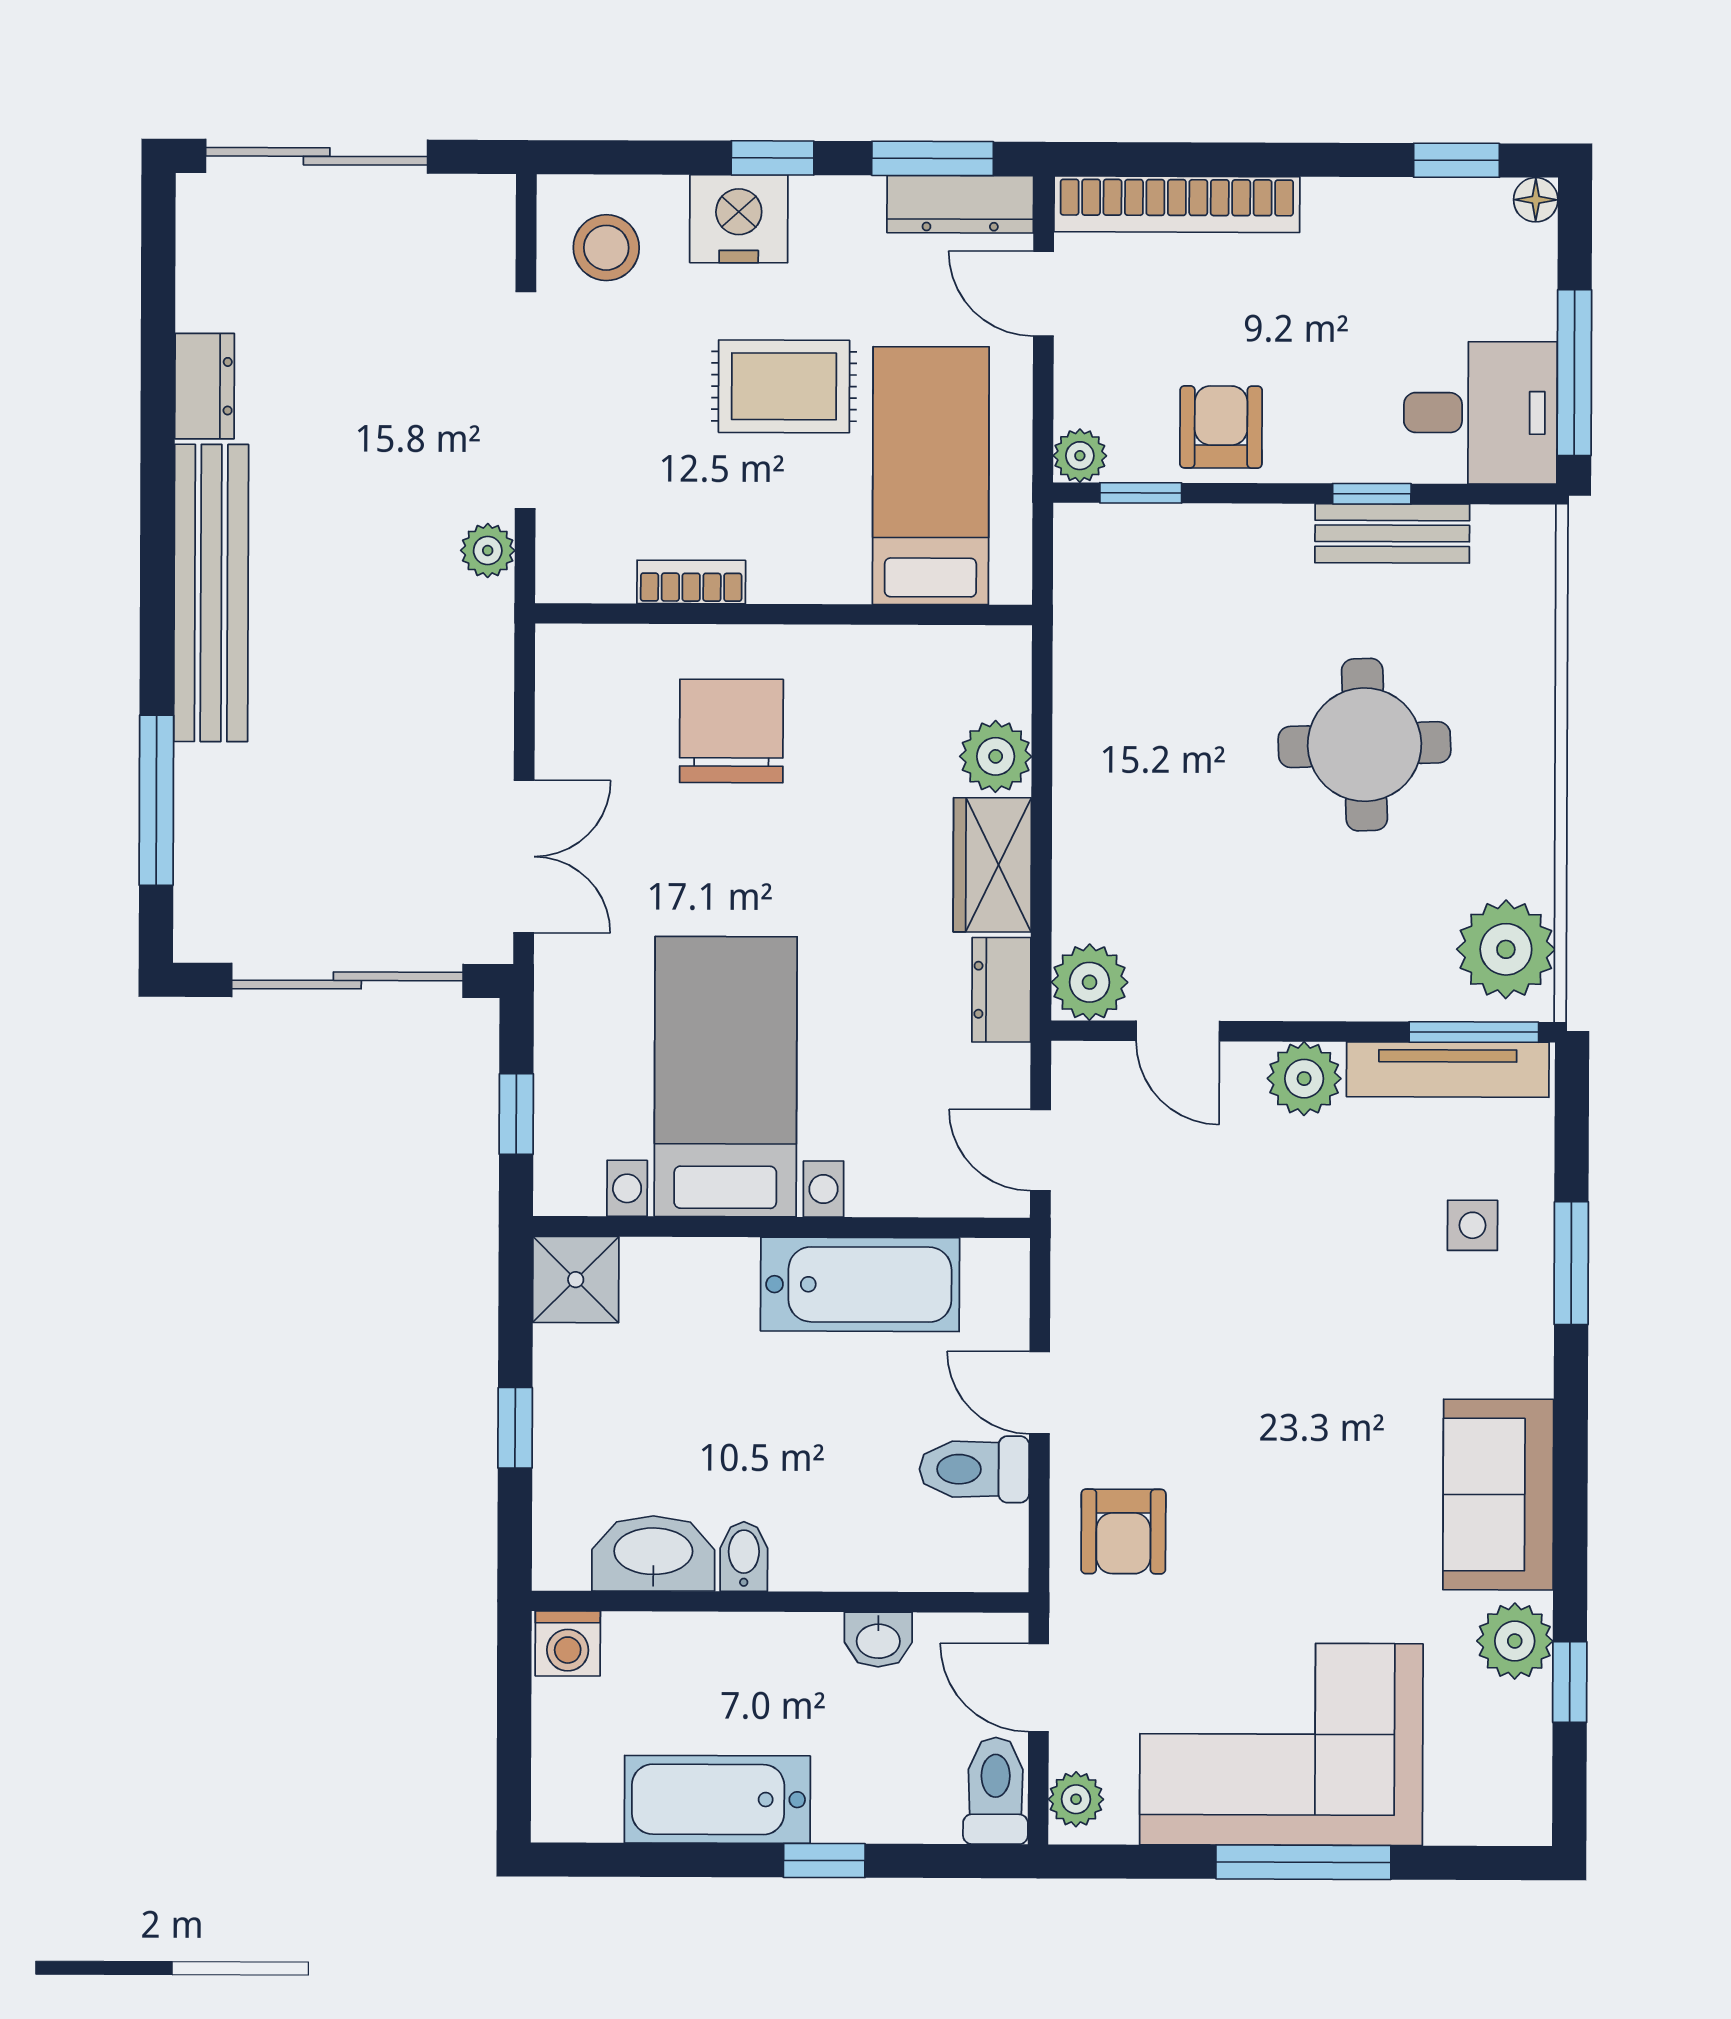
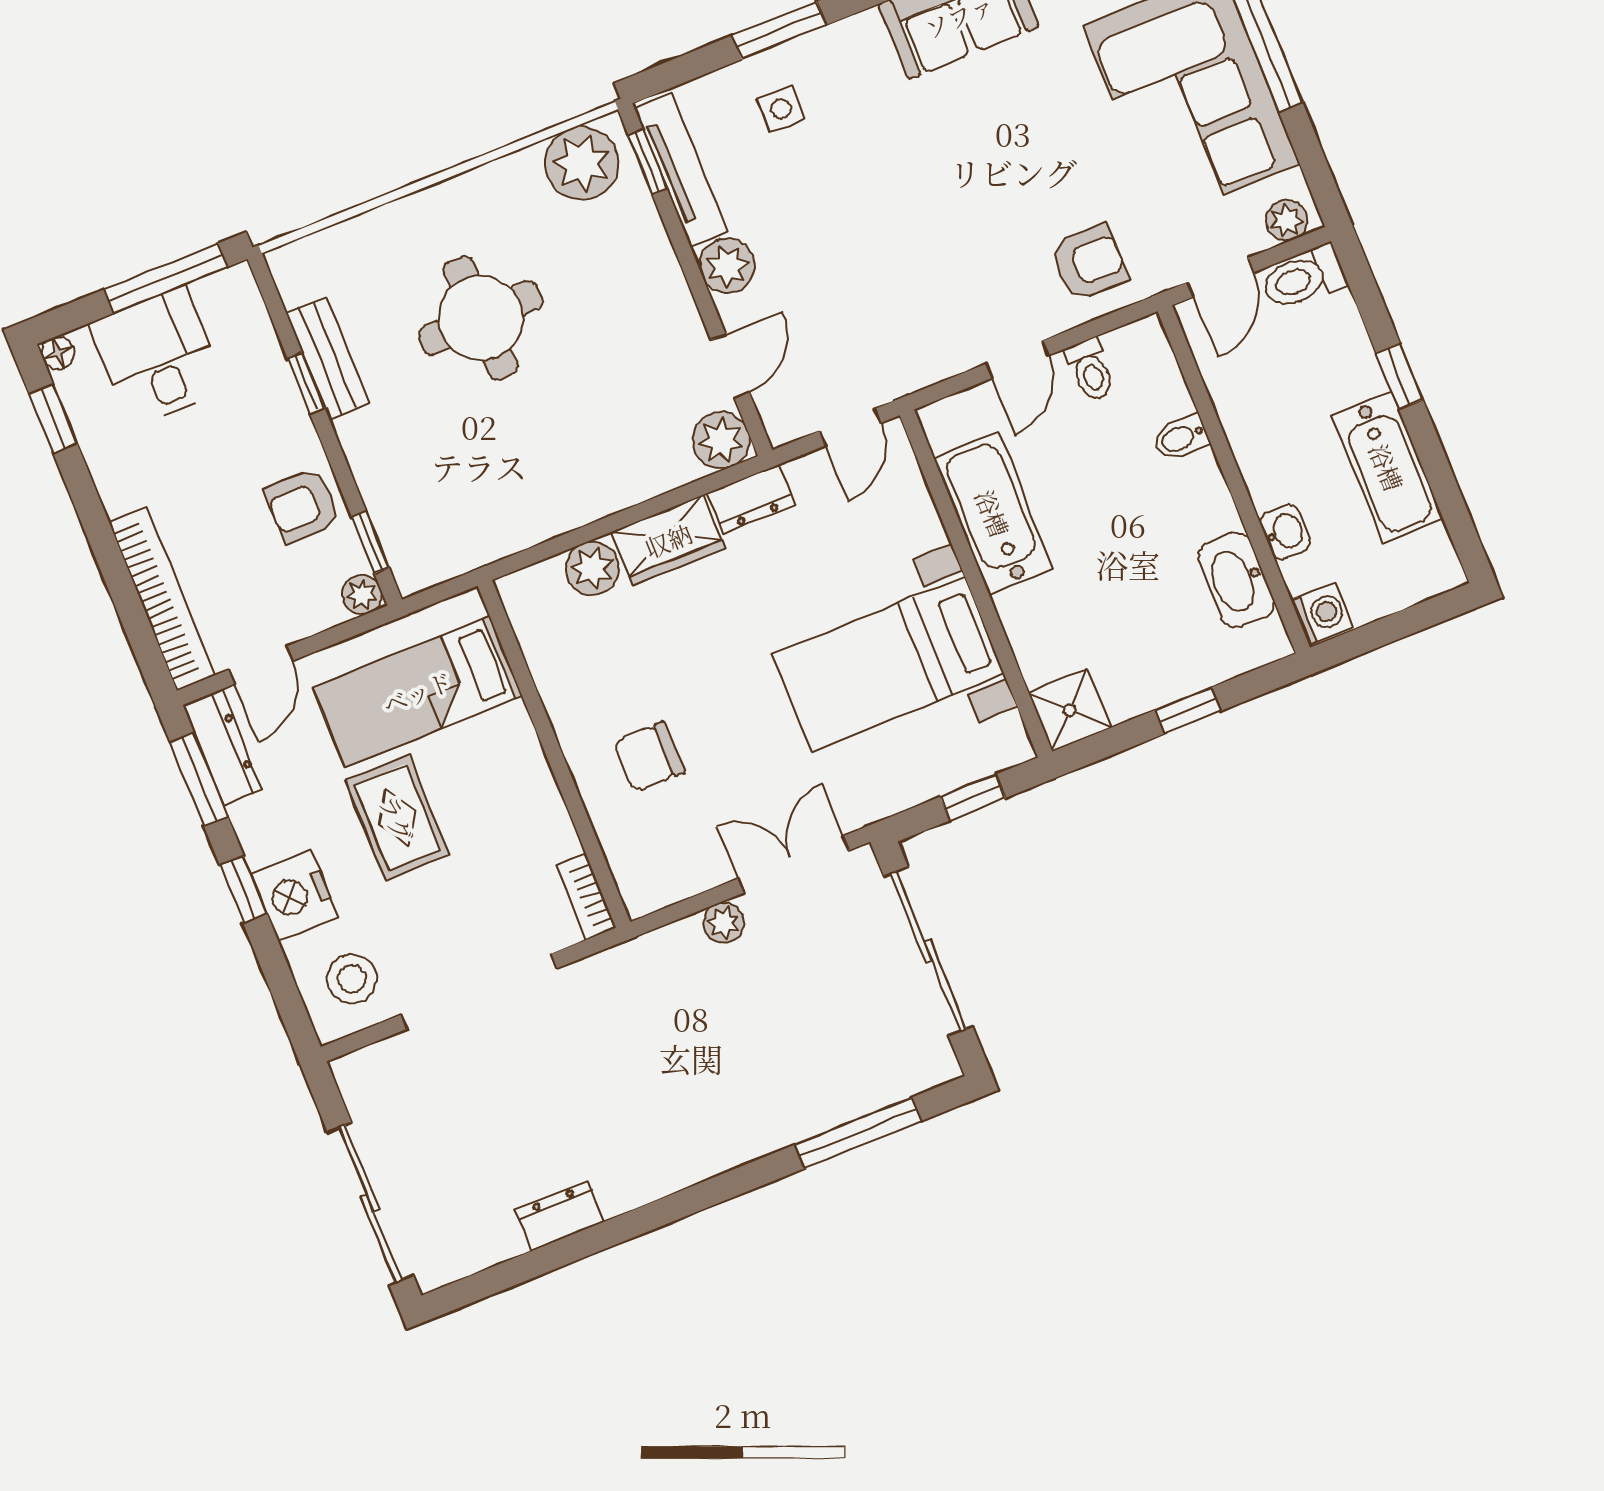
desk: (1481, 413) -> (157, 357), moved
plant: (488, 551) -> (724, 923), moved
bookcase: (691, 582) -> (586, 897), moved
bench: (211, 593) -> (700, 1153), removed
chair: (731, 731) -> (649, 757), width x0.73, depth x0.73
window: (1474, 1032) -> (648, 162), width x0.67
toilet: (974, 1469) -> (1090, 370), width x0.73, depth x0.72
bidet: (744, 1556) -> (1181, 438), moved
washbasin: (878, 1640) -> (1285, 532), moved

